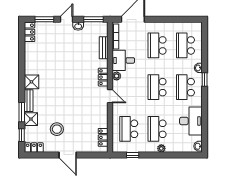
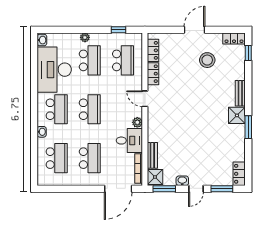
locker: (103, 77) -> (153, 74), moved
window: (205, 79) -> (34, 118), removed
window: (22, 112) -> (248, 127), moved
shower: (31, 119) -> (155, 177), moved
desk: (191, 121) -> (54, 70), width x1.36, depth x1.30
door: (68, 155) -> (195, 30), hinge flipped

